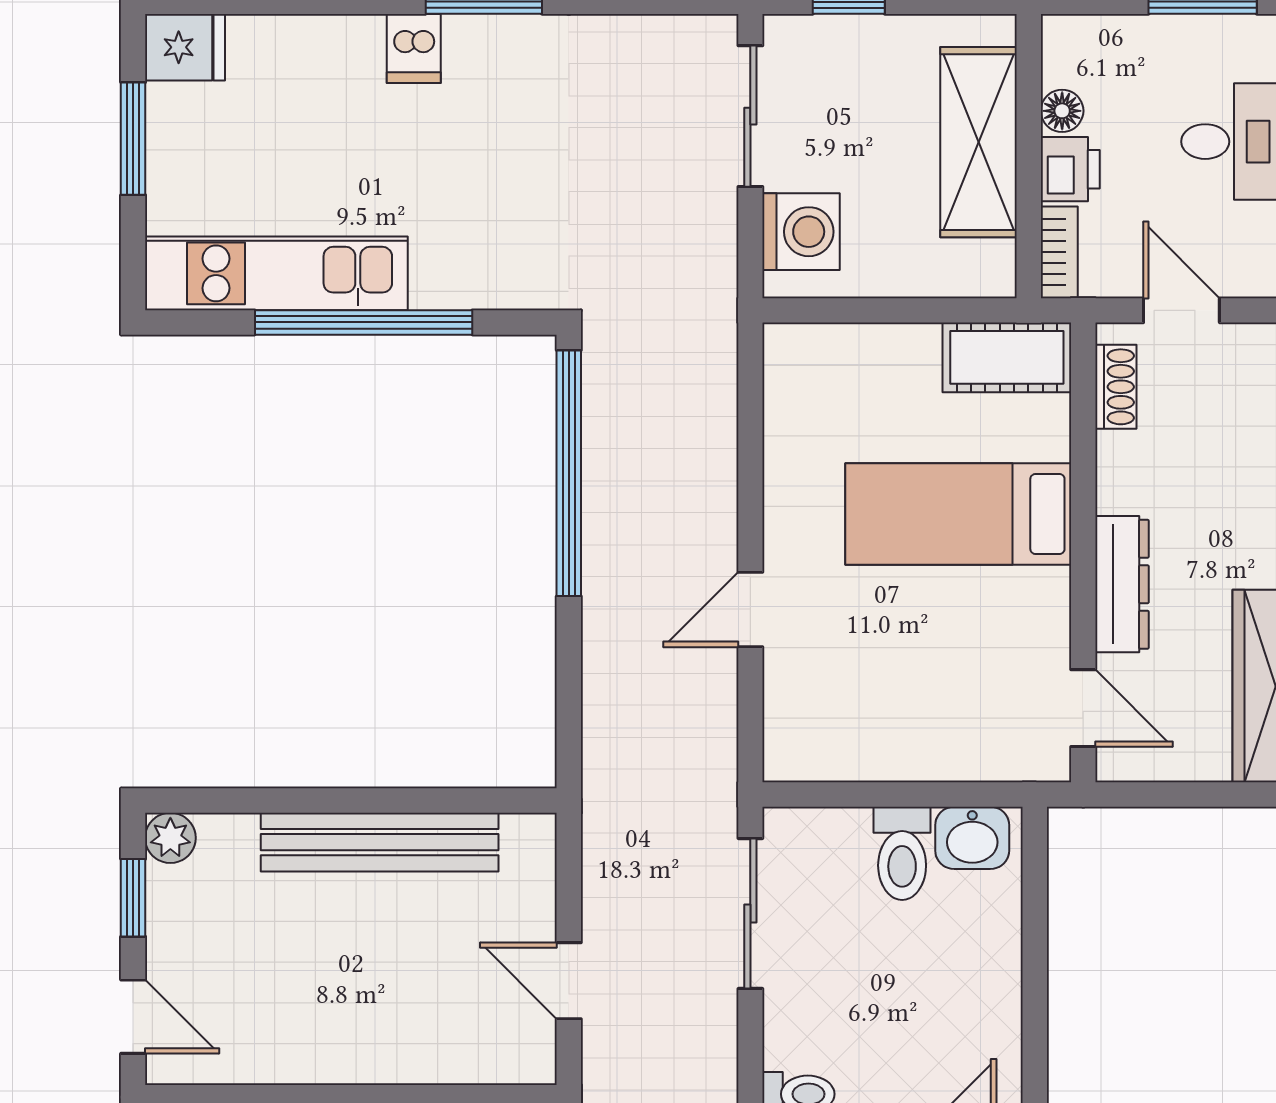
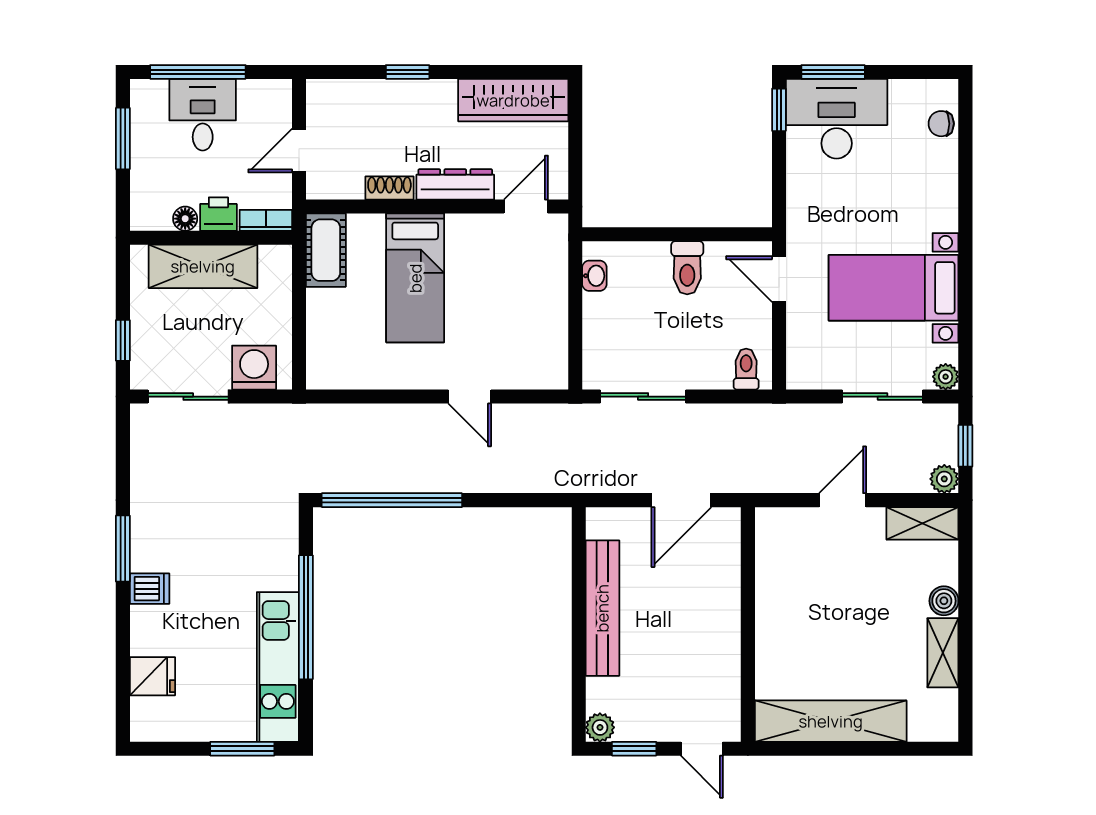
fridge: (185, 47) -> (153, 676), moved, turned 90
window: (133, 139) -> (242, 749), moved
shoe rack: (1116, 387) -> (389, 188), moved
washbasin: (972, 838) -> (594, 276), width x0.72, depth x0.69
toilet: (902, 853) -> (687, 268), moved, turned 90
door: (569, 981) -> (681, 500), width x1.38
door: (133, 1017) -> (702, 749), swing flipped

